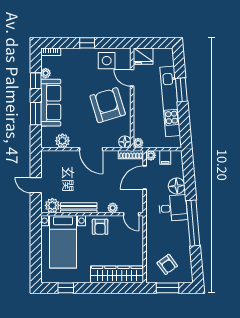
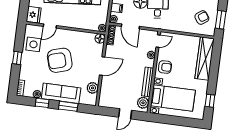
armchair: (108, 105) -> (60, 60), moved

